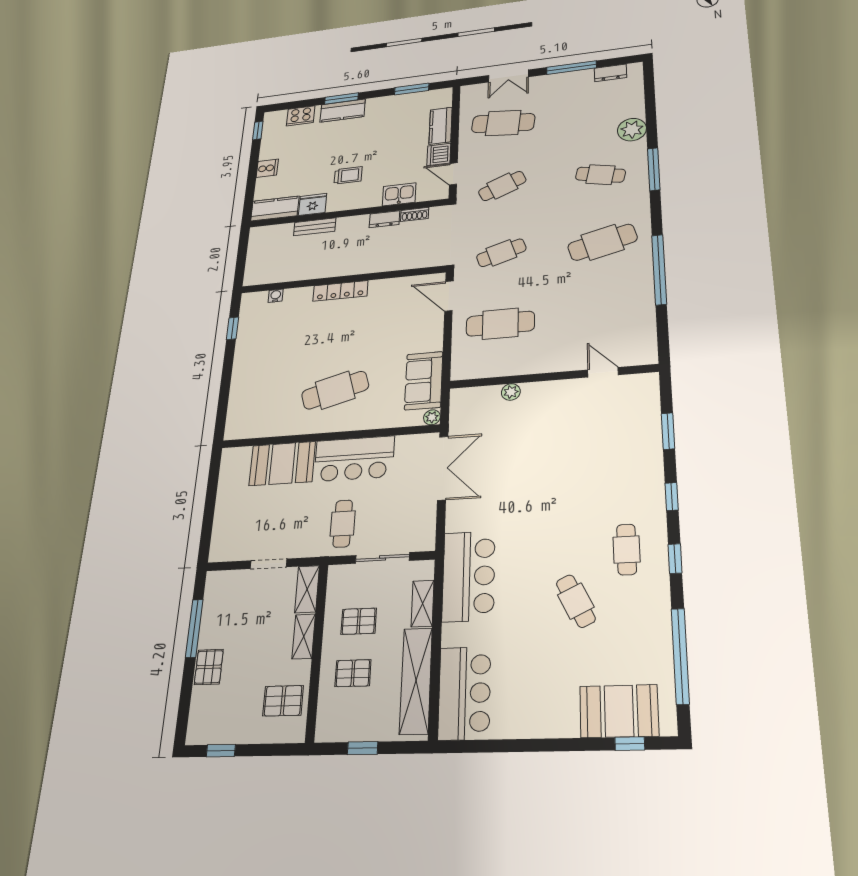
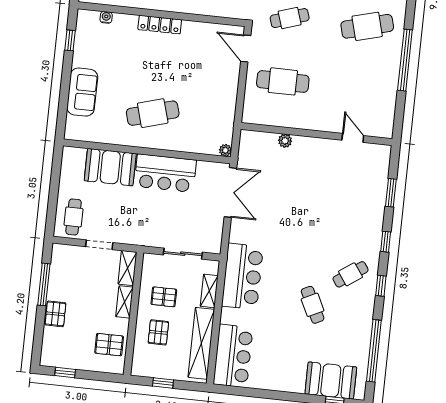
sofa: (424, 381) -> (82, 92), moved, turned 180
cafe table: (343, 524) -> (74, 217), moved
cafe table: (627, 549) -> (351, 274), turned 55
pallet: (353, 673) -> (158, 332), turned 90

